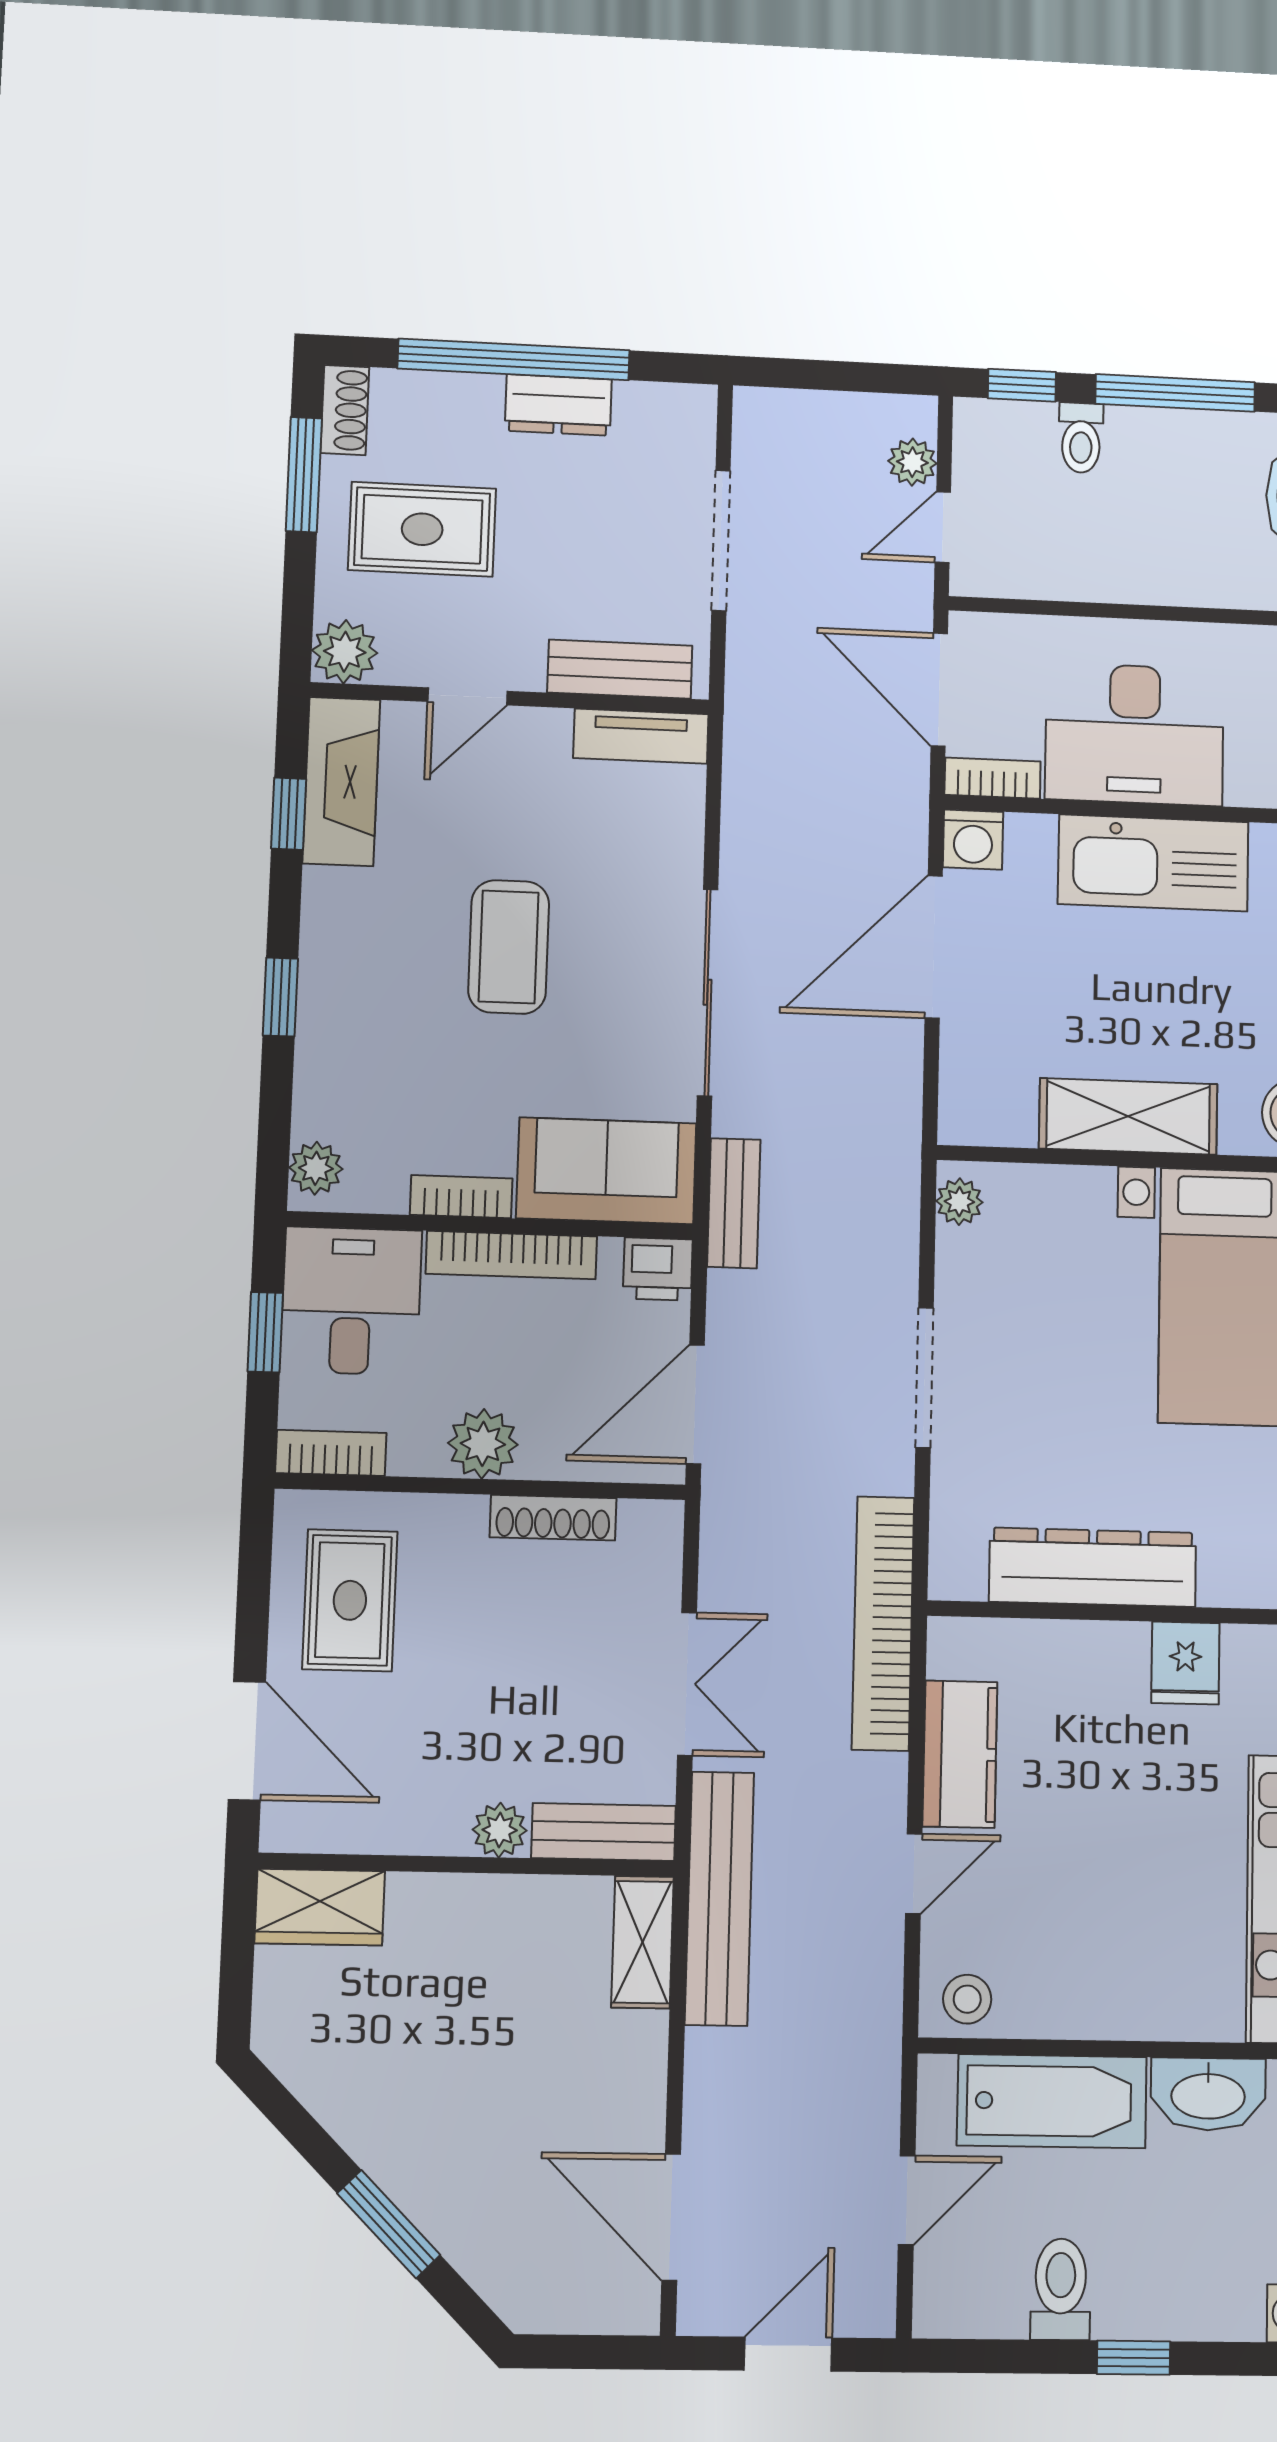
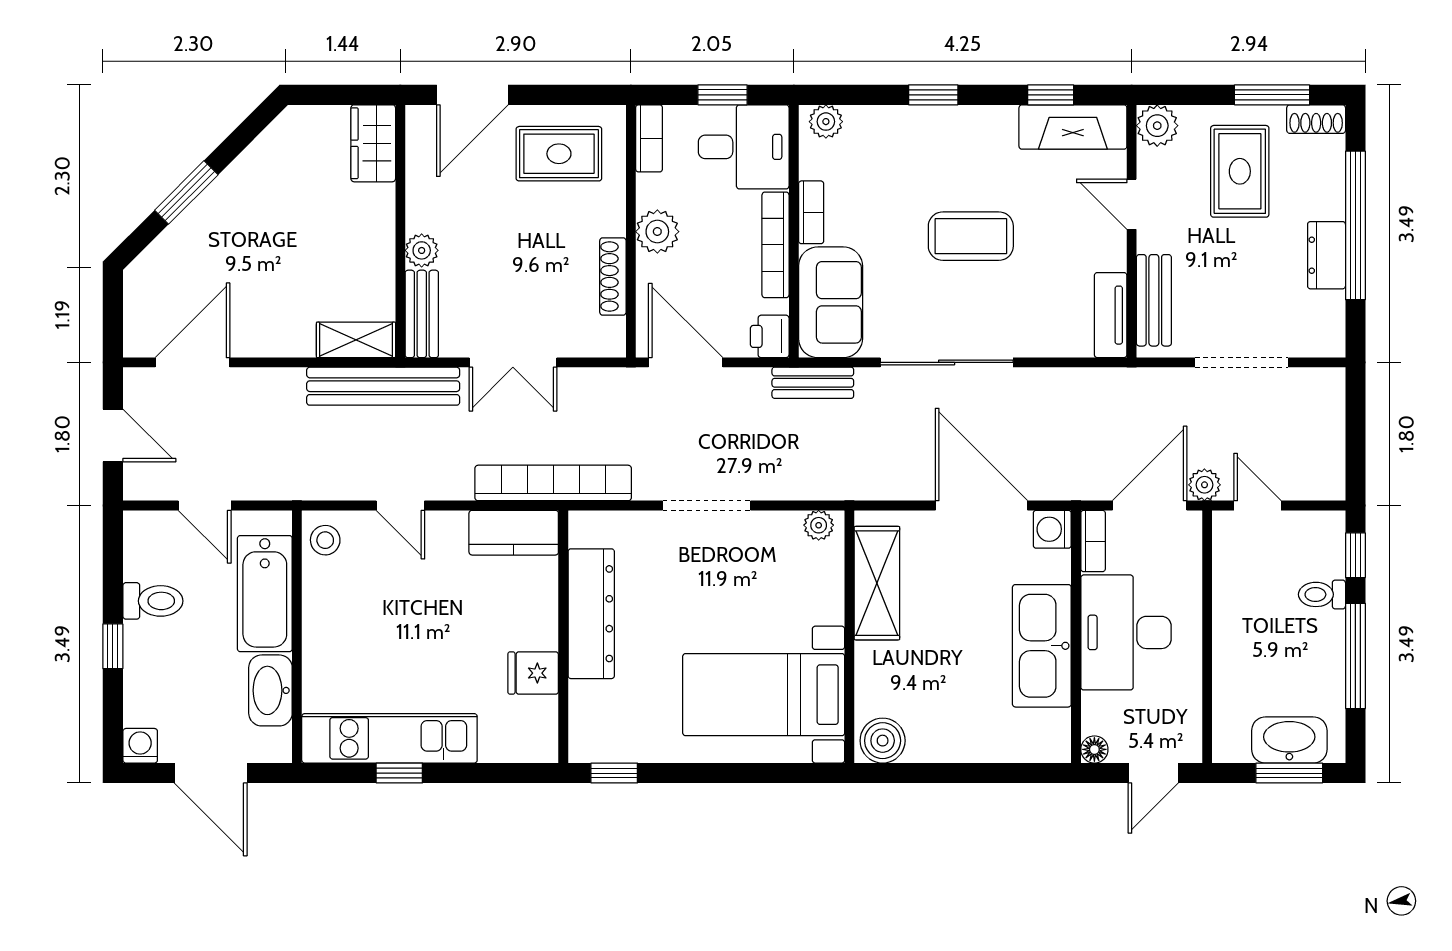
plant: (912, 462) -> (1204, 485), moved
shelving: (1128, 1116) -> (877, 583), moved
kitchen counter: (960, 1754) -> (514, 533), moved

